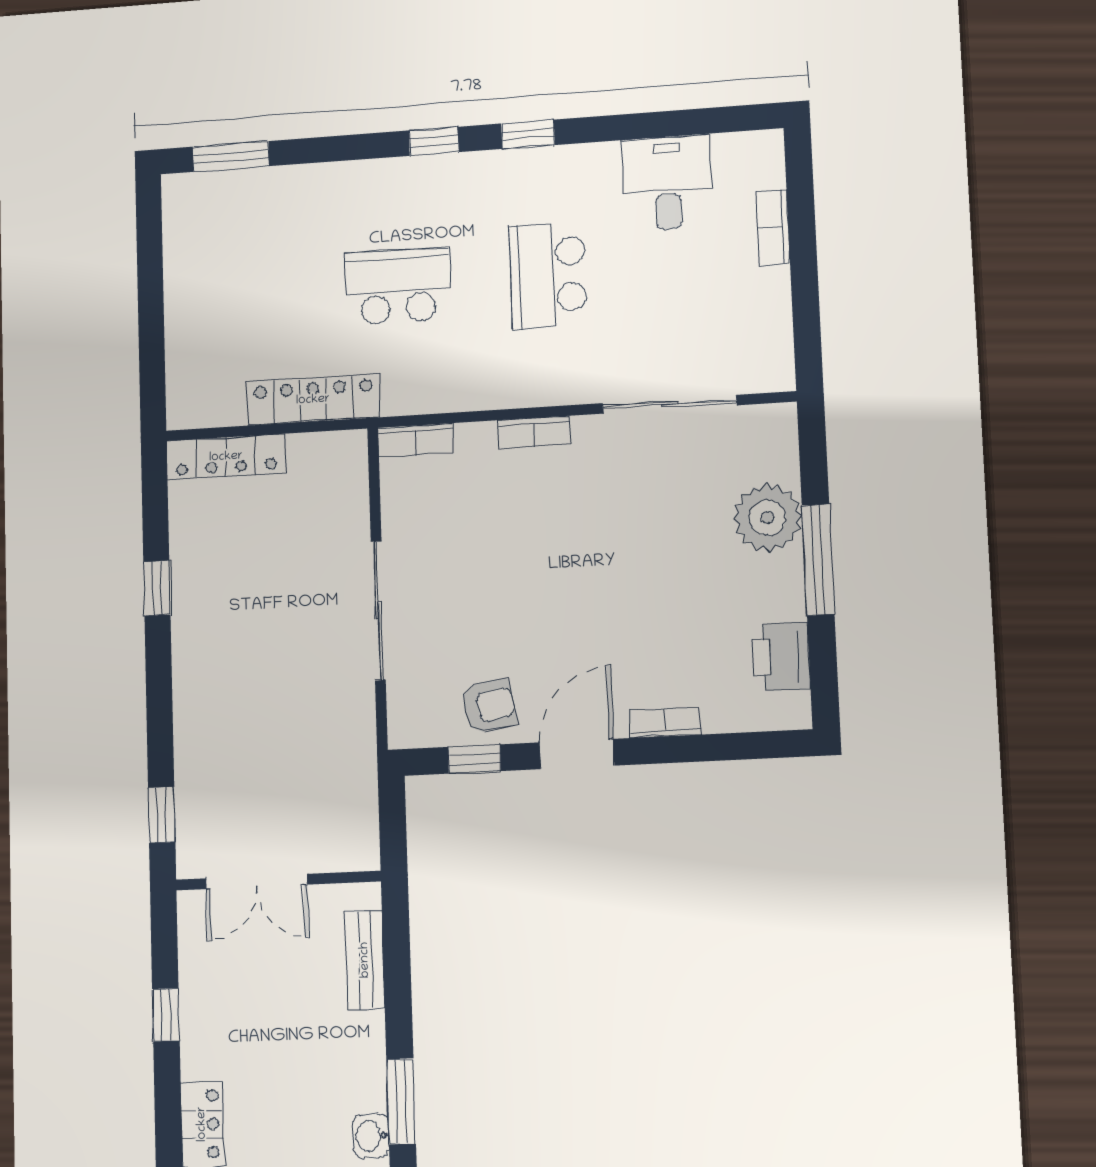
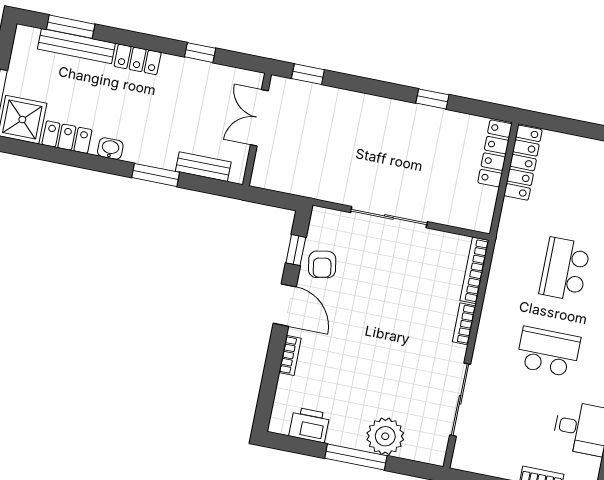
school desk: (398, 286) -> (565, 269), turned 180
locker: (313, 400) -> (523, 163), moved
bookcase: (415, 440) -> (474, 270), width x1.56
window: (401, 1101) -> (156, 175), moved

